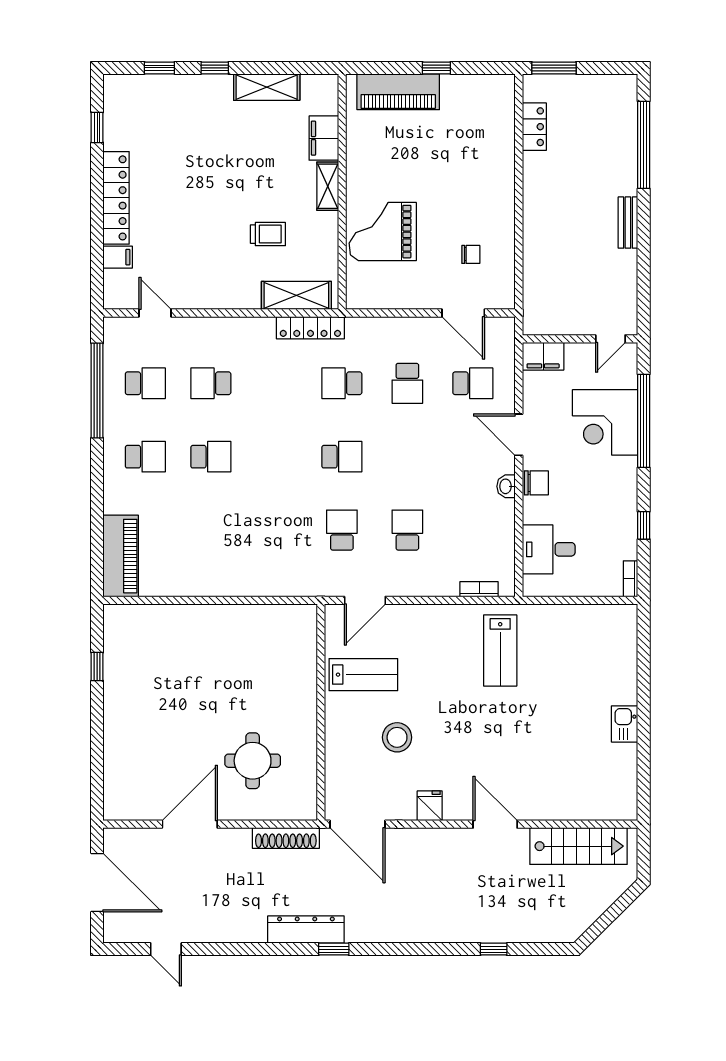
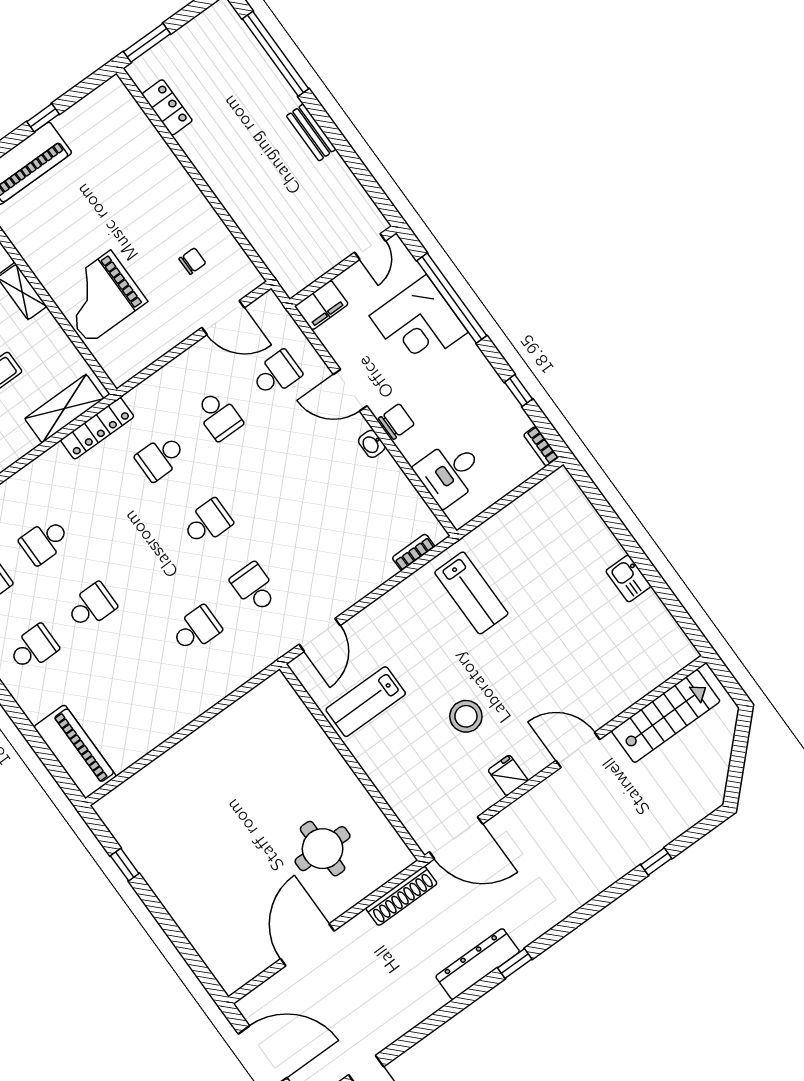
school desk: (407, 530) -> (196, 629), moved, turned 90
lab bench: (363, 675) -> (366, 702), turned 180
stool: (397, 737) -> (466, 716), moved

